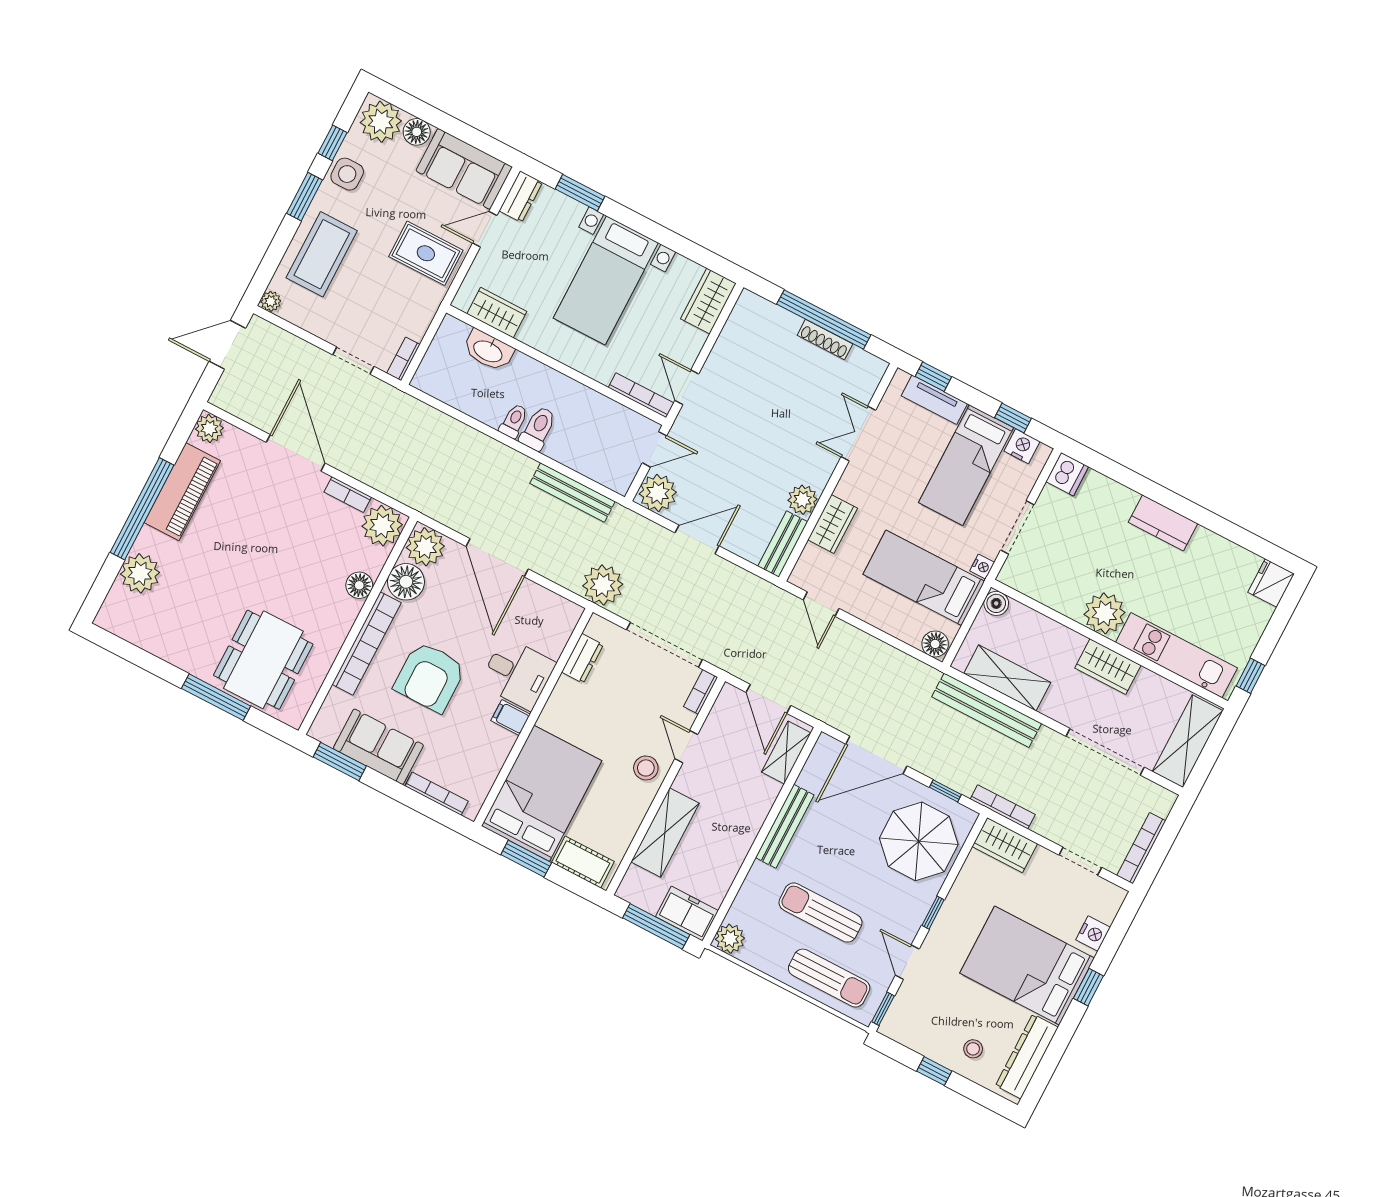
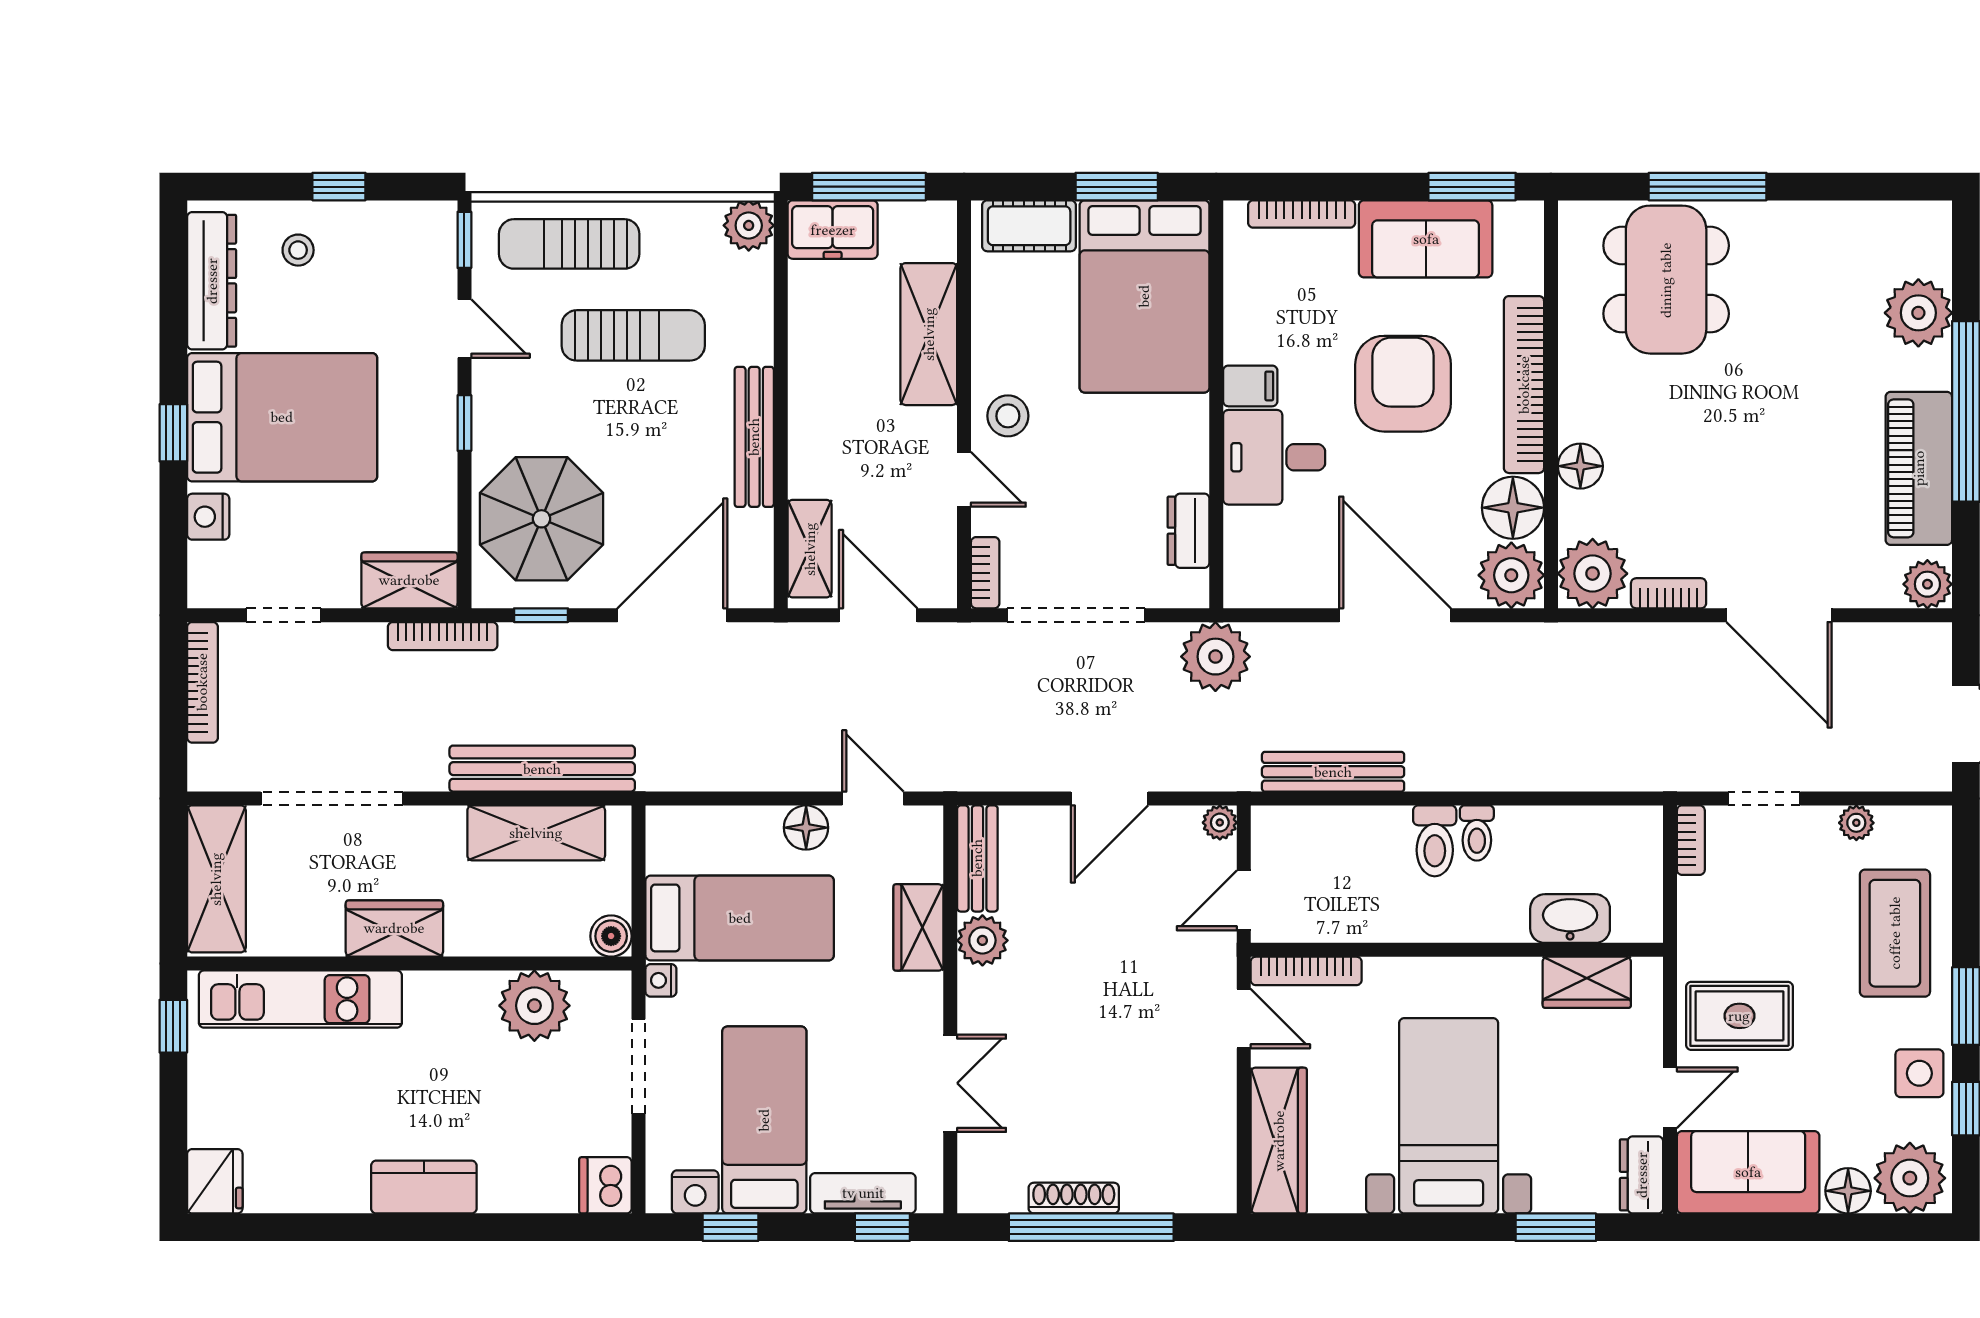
plant: (271, 301) -> (1856, 823), moved
wardrobe: (708, 301) -> (1279, 1141), width x1.50
plant: (658, 493) -> (1220, 823), width x0.53, depth x0.53
plant: (1105, 613) -> (534, 1006), moved
floor lamp: (935, 644) -> (806, 828), moved

